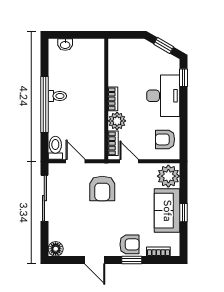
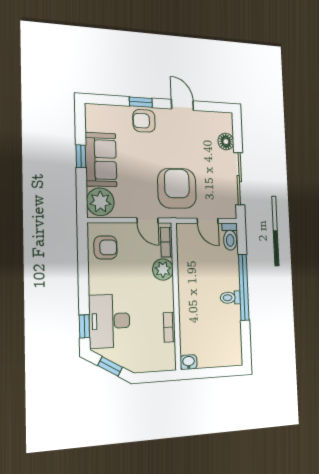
washbasin: (65, 45) -> (189, 362), moved
desk: (163, 96) -> (109, 321), moved
bookcase: (113, 99) -> (169, 327), moved
armchair: (102, 188) -> (177, 188), width x1.36, depth x1.36
floor lamp: (56, 249) -> (226, 142), moved
bookcase: (158, 252) -> (110, 110), removed

